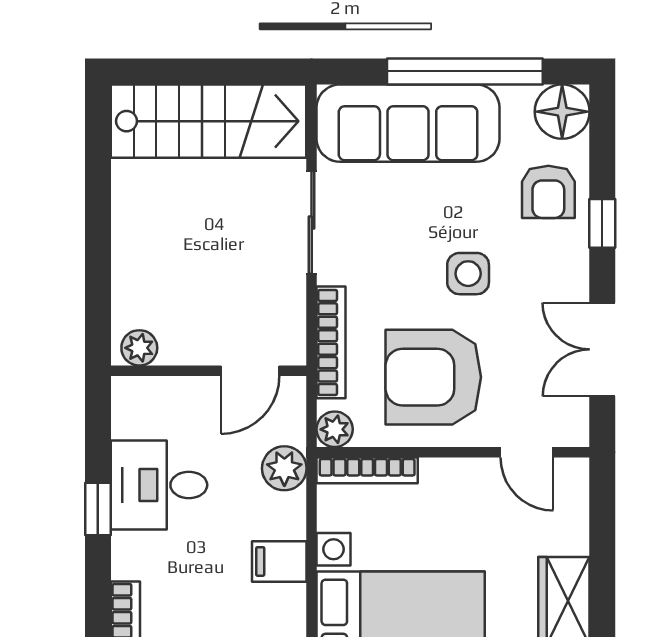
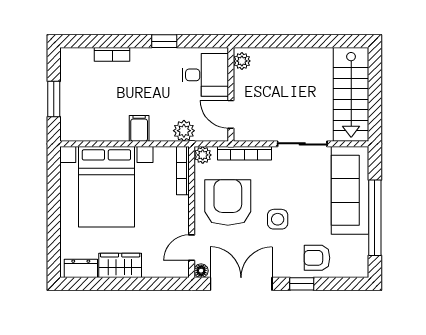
floor lamp: (562, 112) -> (201, 271), moved, width x0.53, depth x0.53
double door: (602, 349) -> (241, 284), width x1.37
desk: (159, 485) -> (205, 75), moved, turned 90

